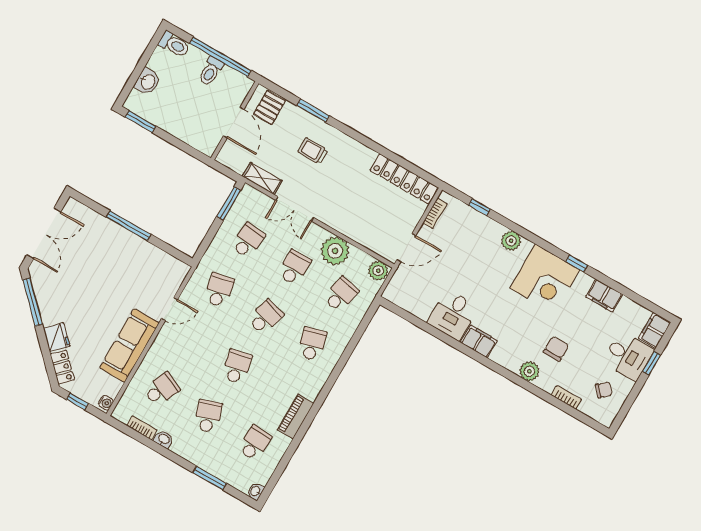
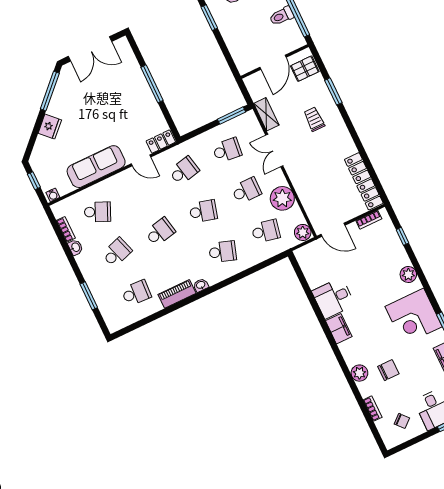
school desk: (312, 344) -> (223, 252), turned 33
locker: (62, 367) -> (161, 142), moved, turned -135
washbasin: (256, 491) -> (201, 285), moved

